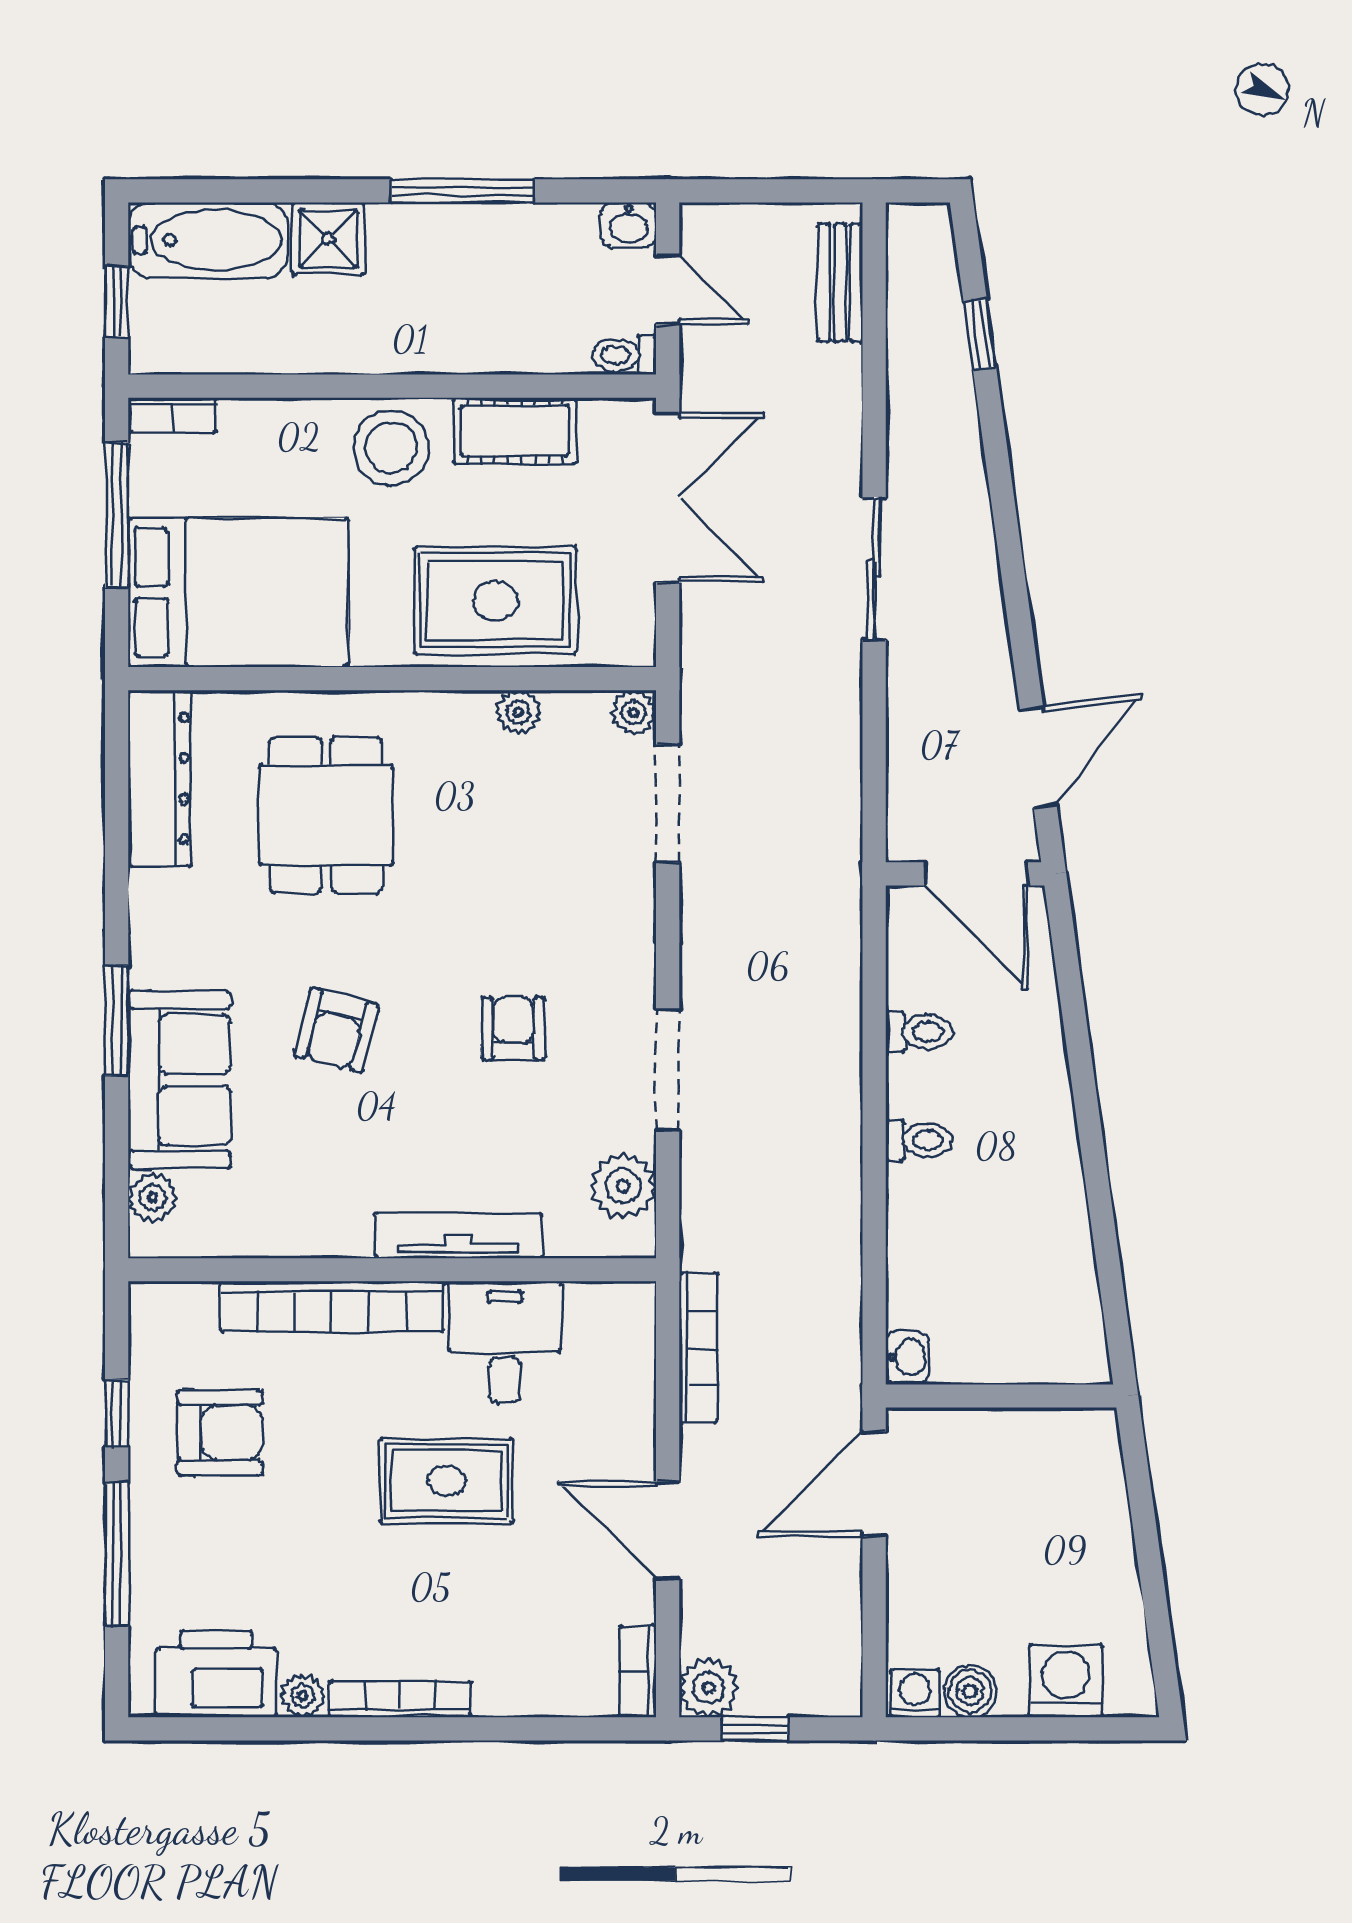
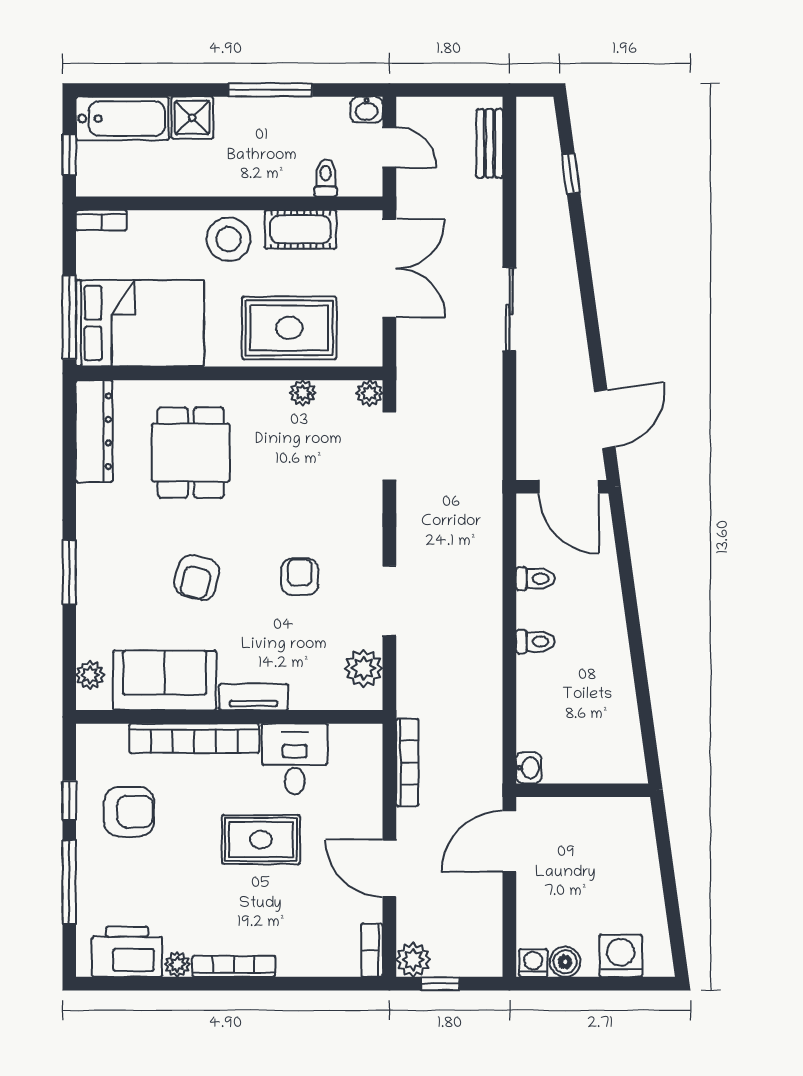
toilet: (624, 355) -> (326, 178), moved, turned 90
window: (117, 515) -> (69, 317), moved
sofa: (180, 1080) -> (165, 680), moved, turned -90
tv unit: (458, 1236) -> (254, 697), width x0.71

